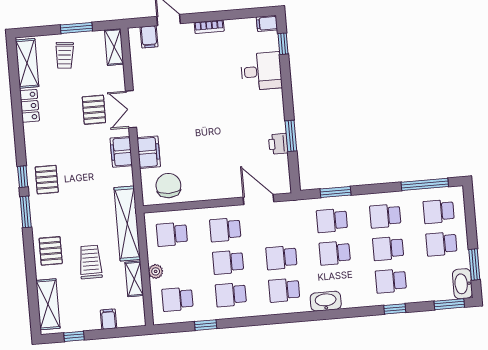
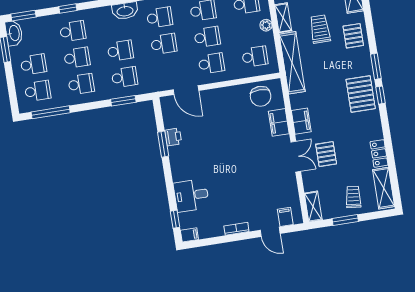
pallet: (47, 180) -> (361, 94), width x1.50, depth x1.42
trolley: (90, 262) -> (320, 29), turned 180

